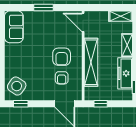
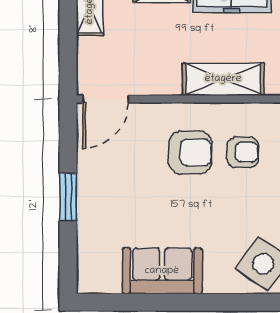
sofa: (14, 27) -> (162, 271), moved
shelving: (91, 62) -> (223, 79), width x0.68

